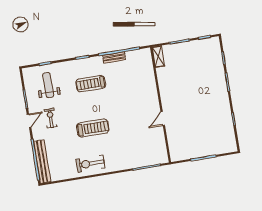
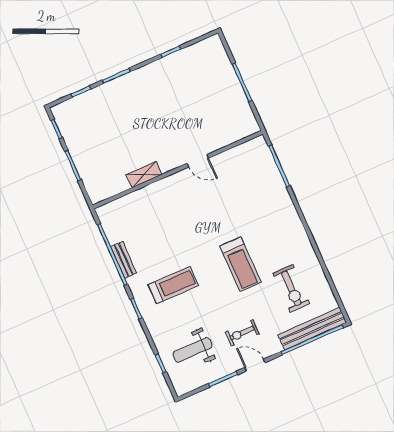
shelving: (158, 57) -> (144, 175), moved
treadmill: (91, 84) -> (173, 285), turned -90
treadmill: (93, 128) -> (240, 264), turned 180
exercise bike: (90, 164) -> (291, 288), moved

